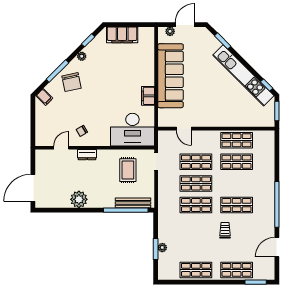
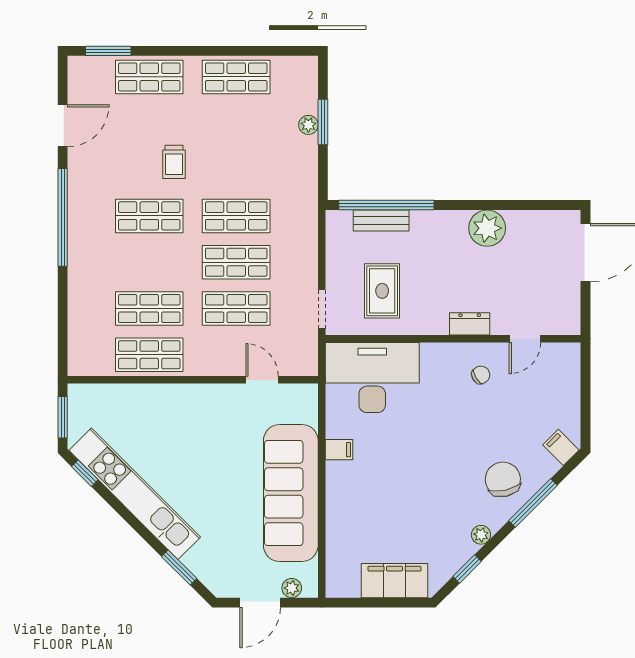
filing cabinet: (148, 96) -> (339, 450), width x0.50
bench: (133, 203) -> (381, 220), width x0.73

